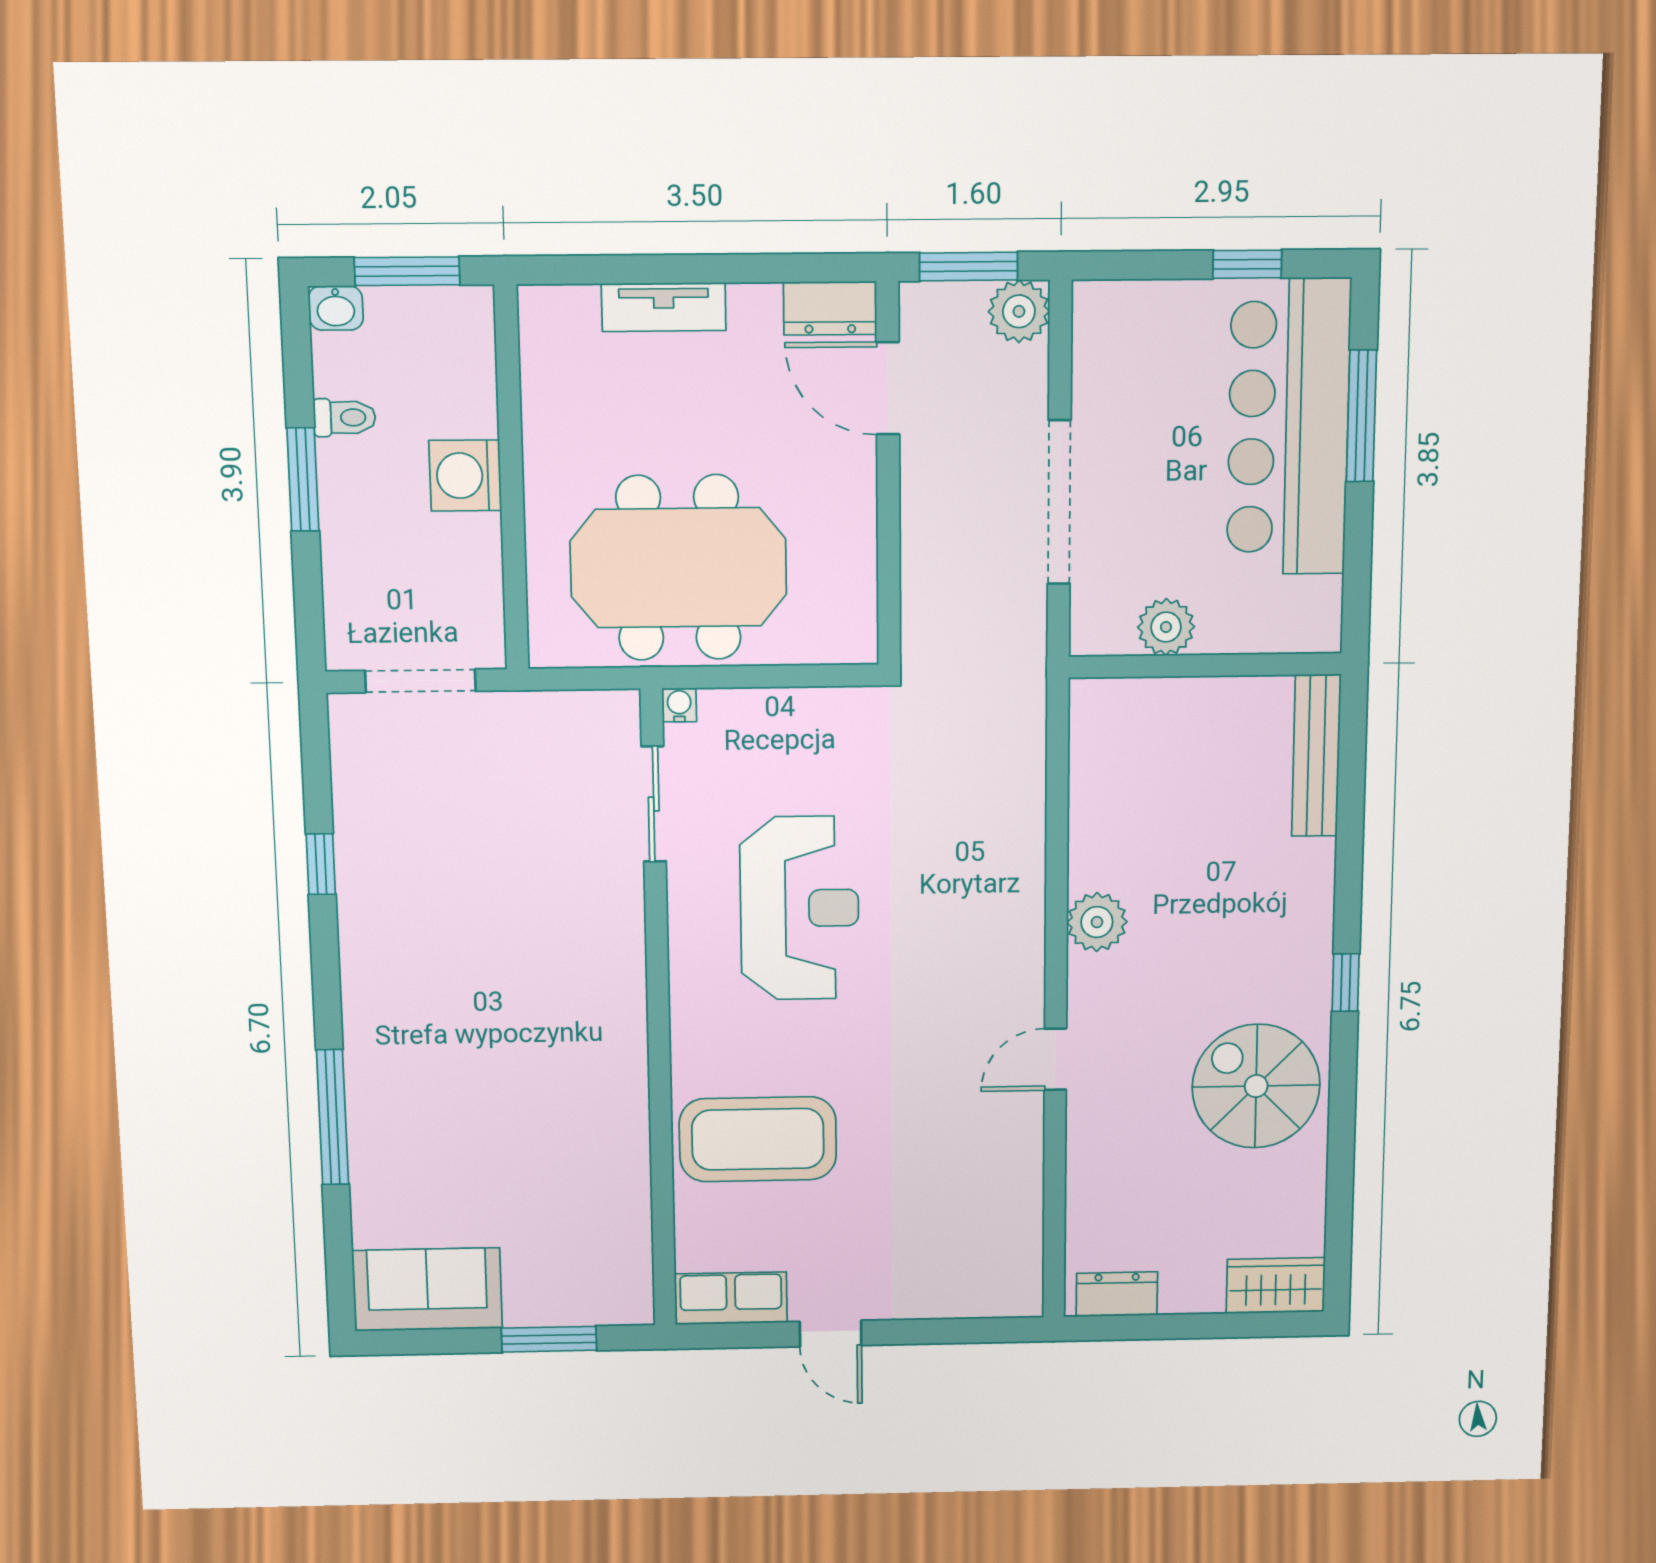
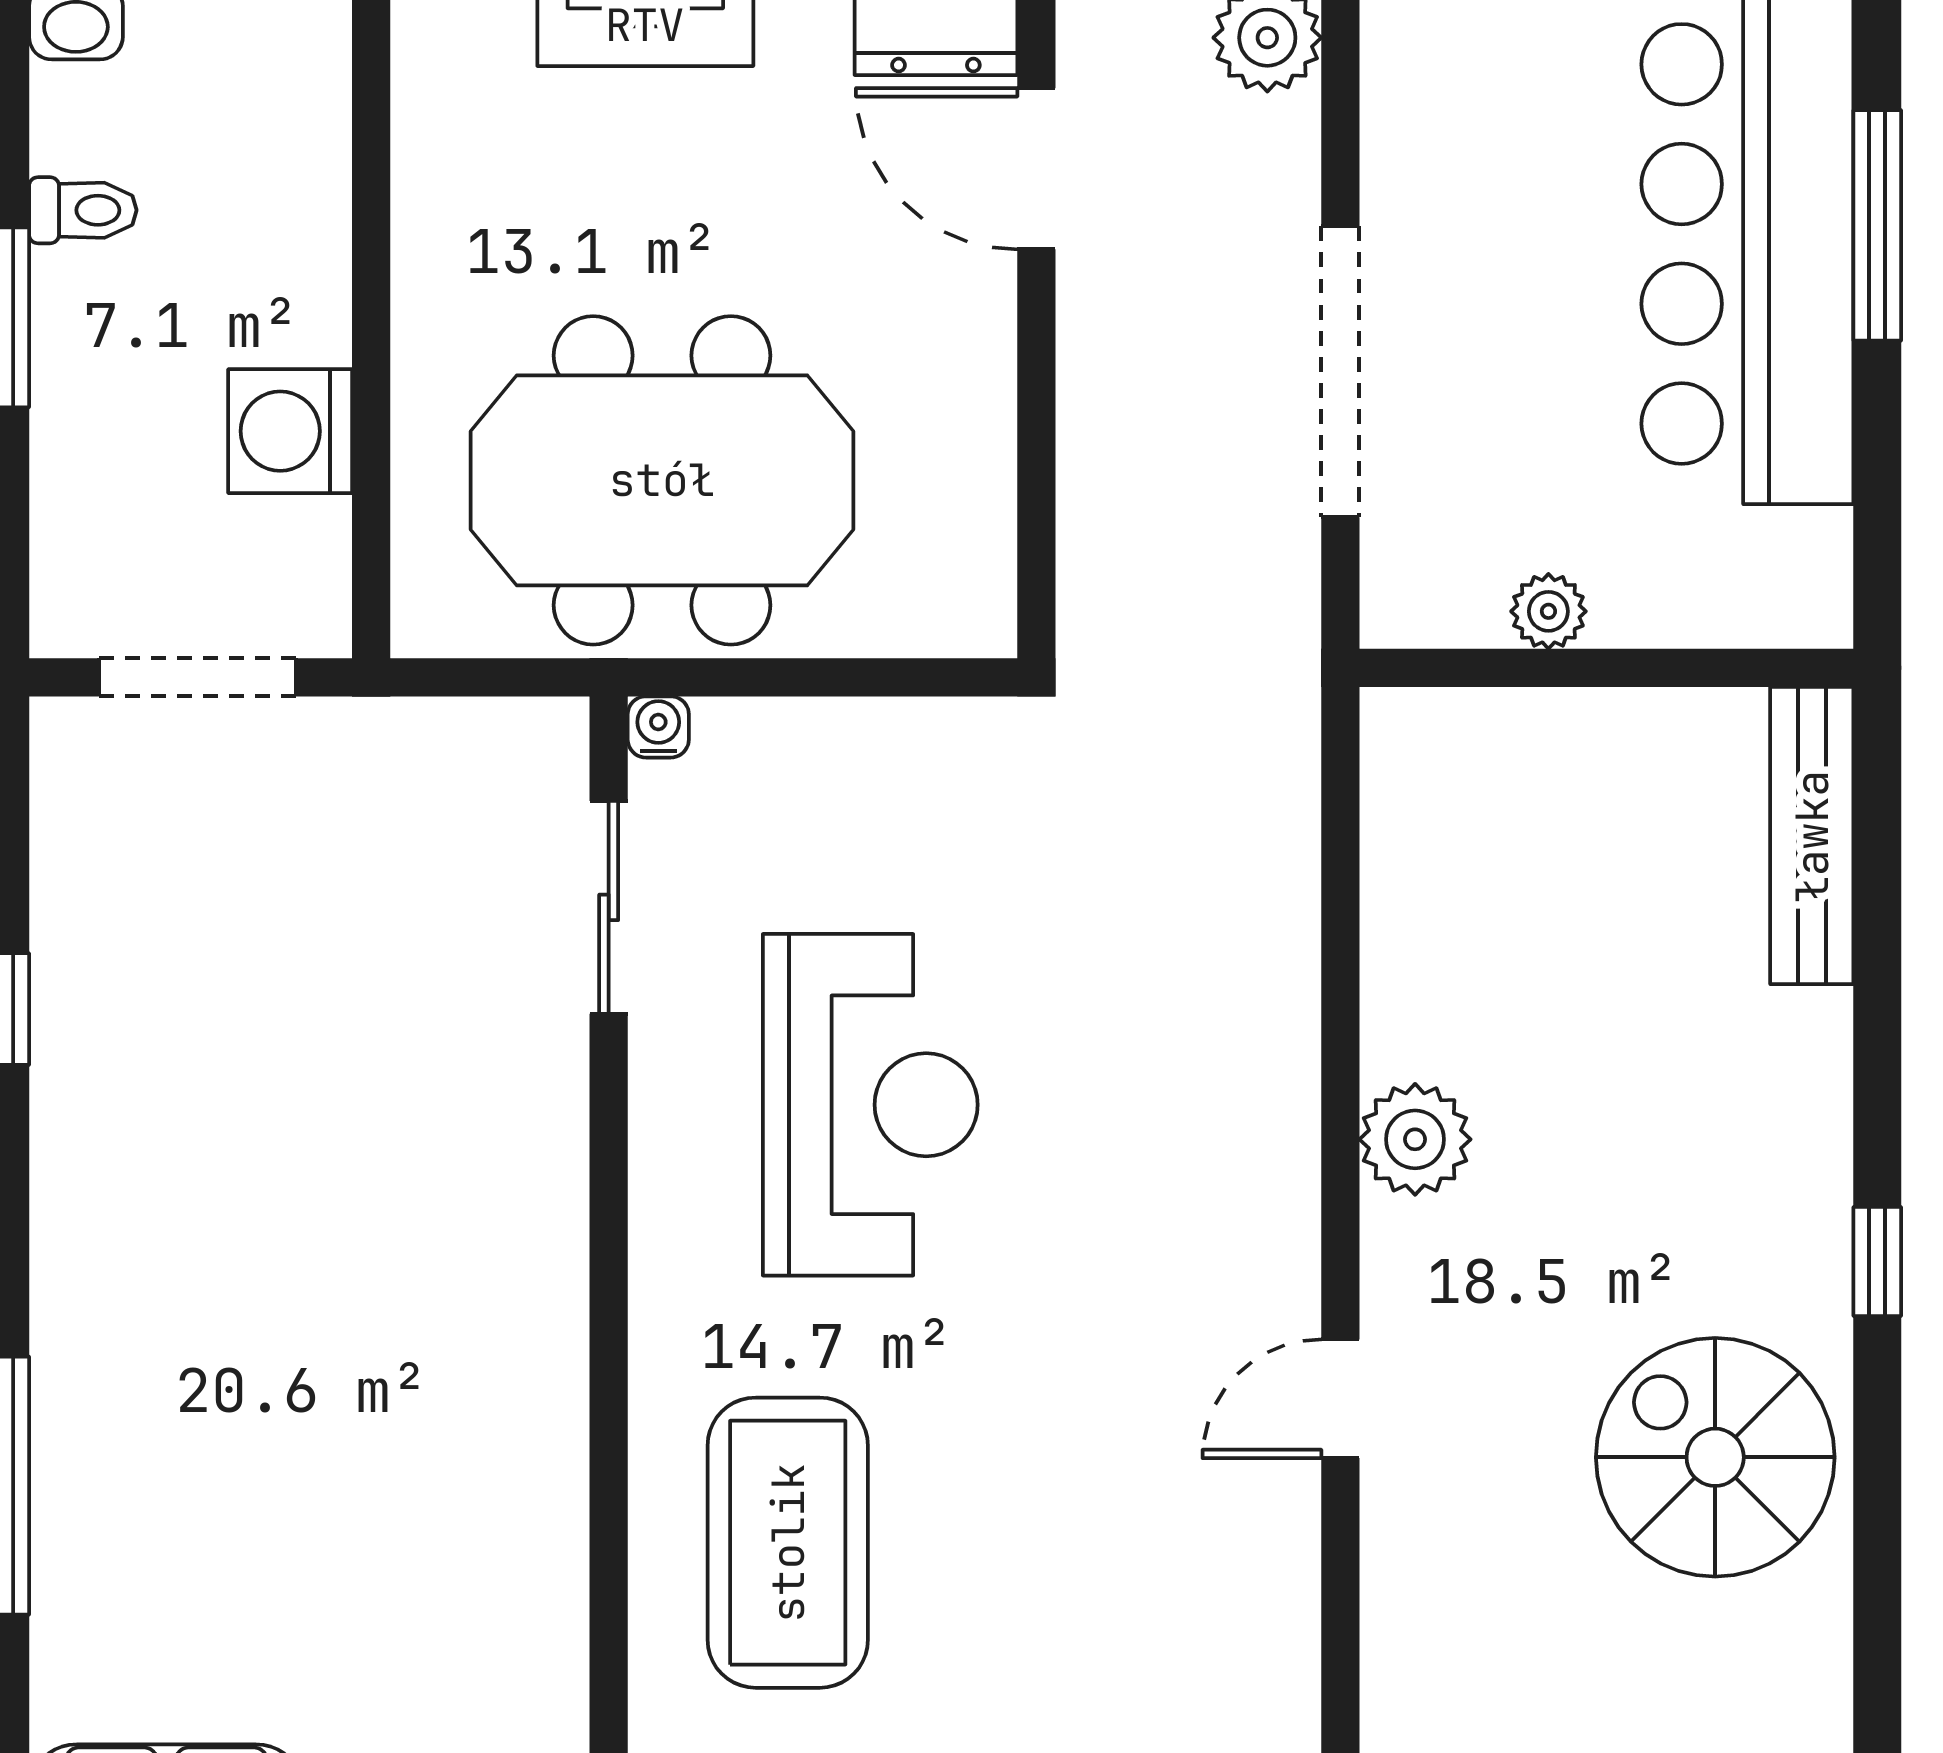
washing machine: (465, 476) -> (290, 431), moved
plant: (1166, 627) -> (1548, 611), width x0.73, depth x0.73
coffee table: (758, 1139) -> (788, 1543), turned 90

